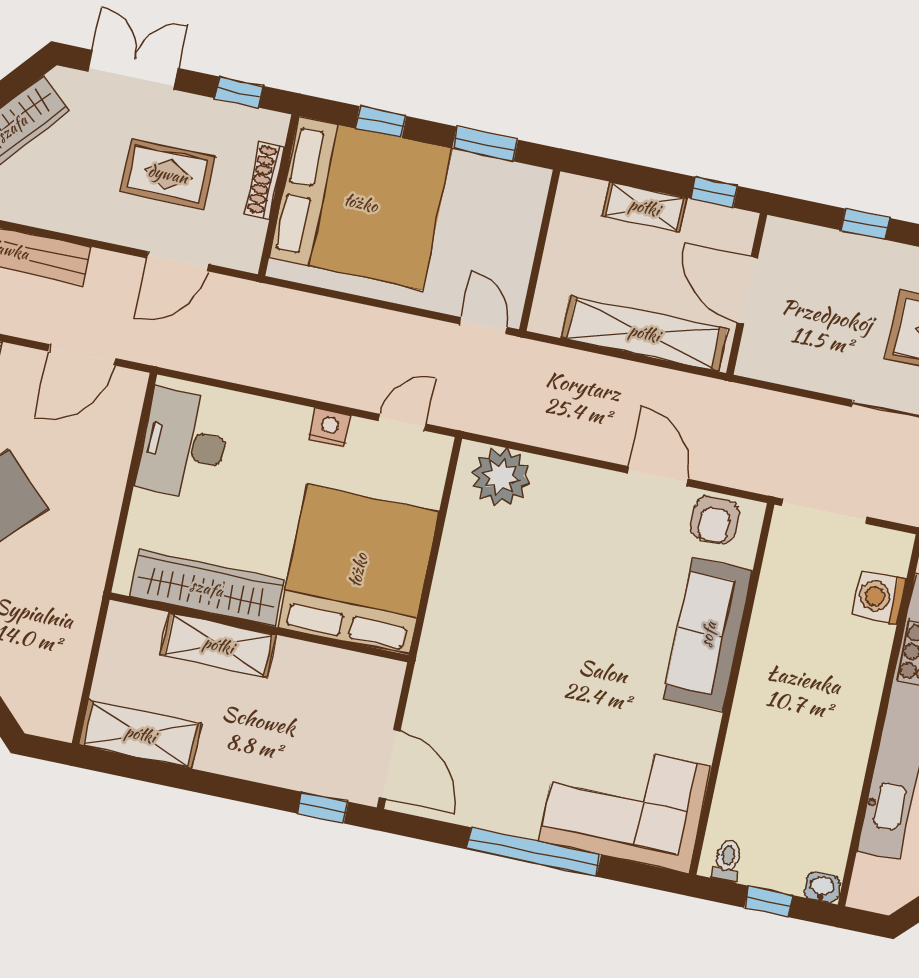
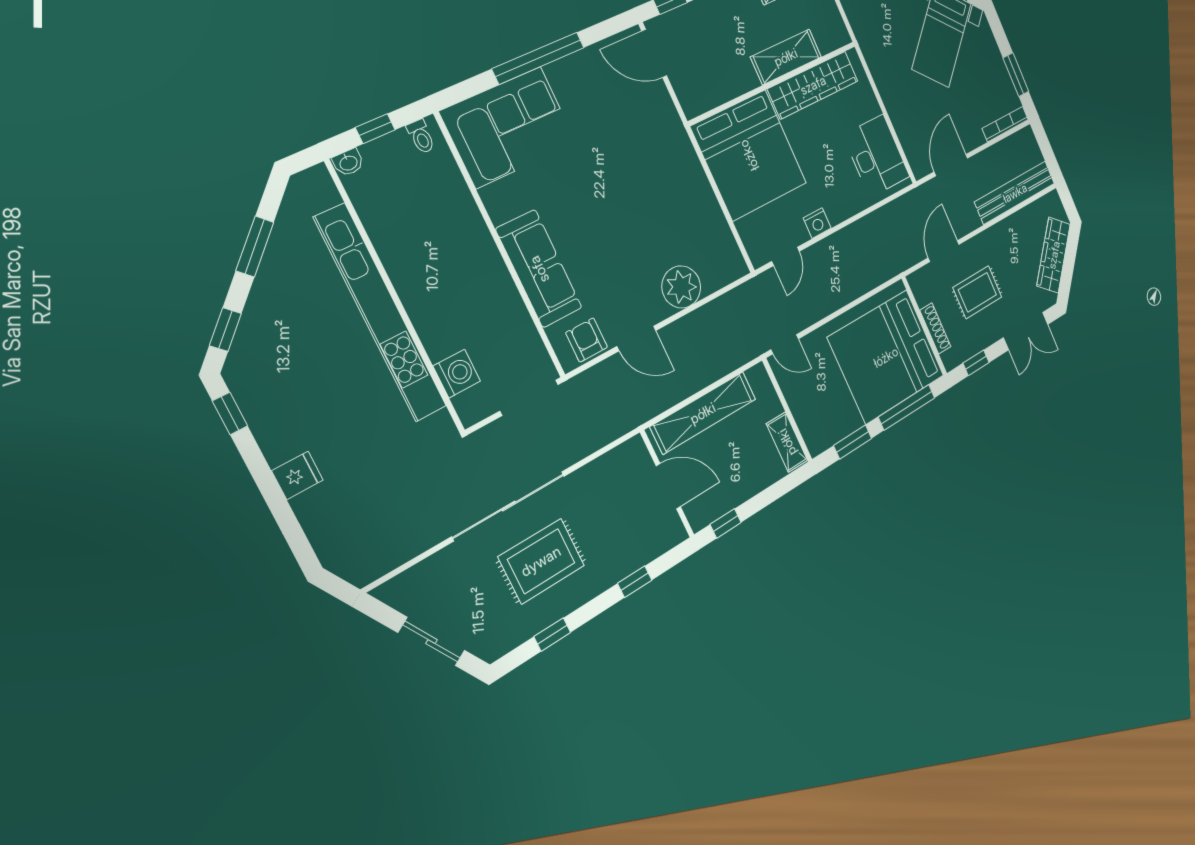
window: (381, 122) -> (907, 407), width x2.17
shelving: (644, 207) -> (787, 442), moved, turned 90
plant: (501, 477) -> (681, 287), moved

